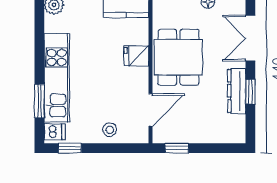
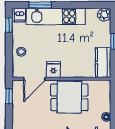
fridge: (136, 56) -> (53, 69), moved
door: (151, 110) -> (34, 79), hinge flipped

